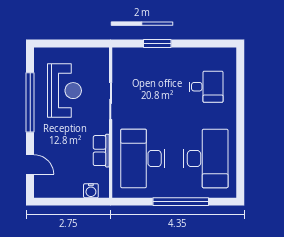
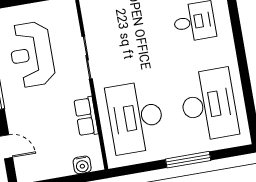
reception desk: (64, 91) -> (32, 54), turned 180
window: (181, 202) -> (188, 160), width x0.68

